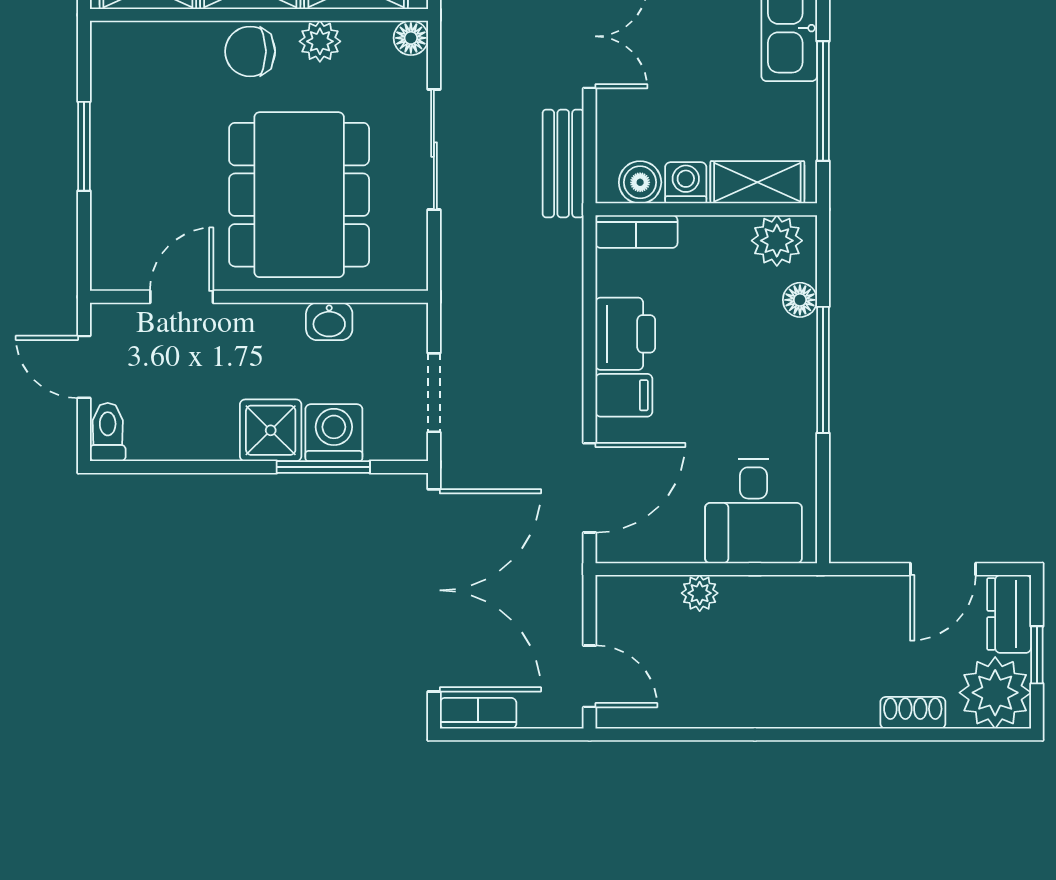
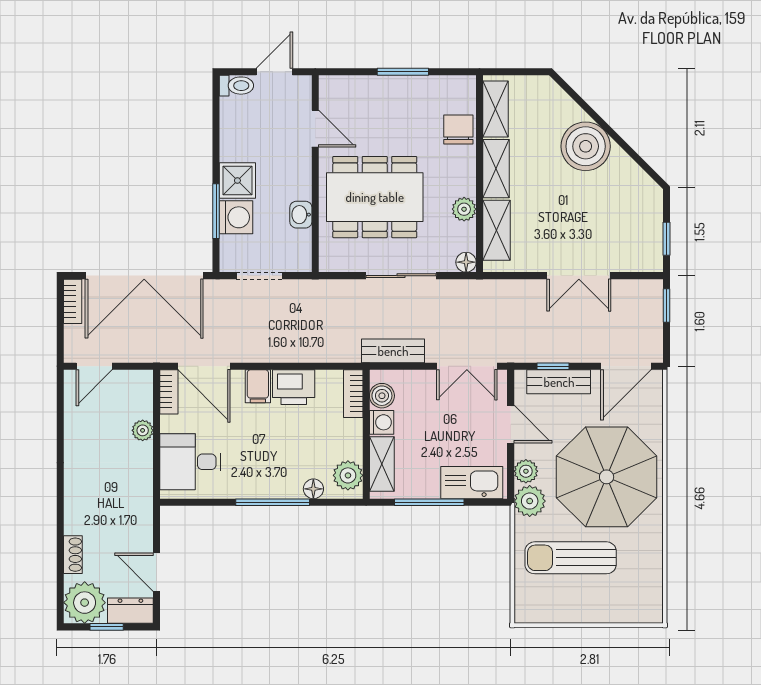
chair: (250, 51) -> (458, 130), moved
bookcase: (634, 548) -> (169, 392), added

